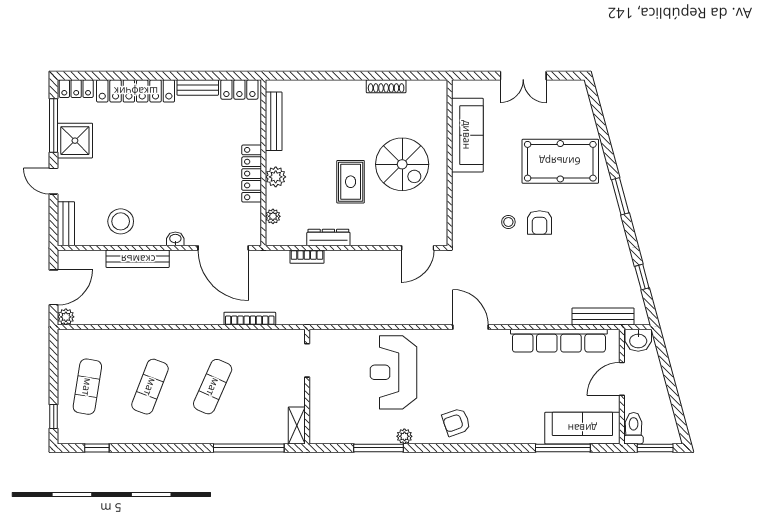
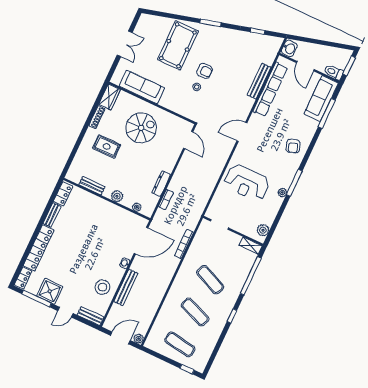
wardrobe: (428, 91) -> (110, 97), added
bench: (274, 121) -> (92, 186), width x0.73
locker: (252, 174) -> (110, 208), removed
rug: (351, 182) -> (107, 147), moved
door: (54, 287) -> (120, 338), hinge flipped
bench: (603, 317) -> (259, 81), moved
armchair: (456, 422) -> (293, 146), moved
plant: (330, 434) -> (263, 230), added
window: (97, 448) -> (232, 316), moved
window: (379, 448) -> (294, 183), moved

